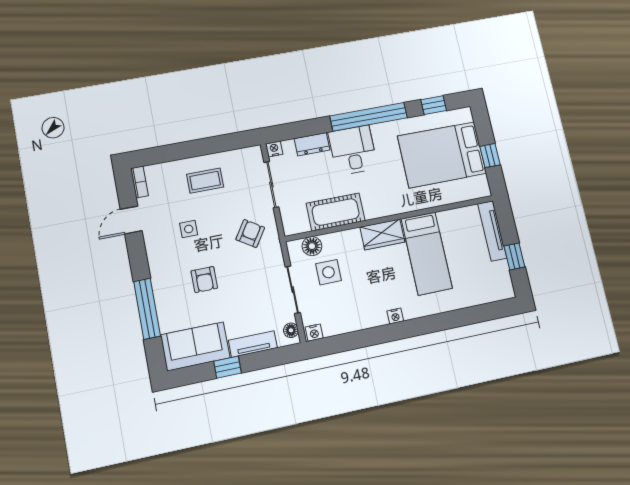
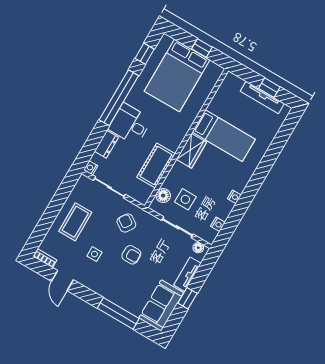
coffee table: (205, 181) -> (75, 222), width x1.36, depth x1.30
tv unit: (492, 231) -> (262, 97), moved
armchair: (204, 279) -> (131, 255), moved
nightstand: (395, 316) -> (234, 197), moved
nightstand: (314, 333) -> (218, 224), moved

